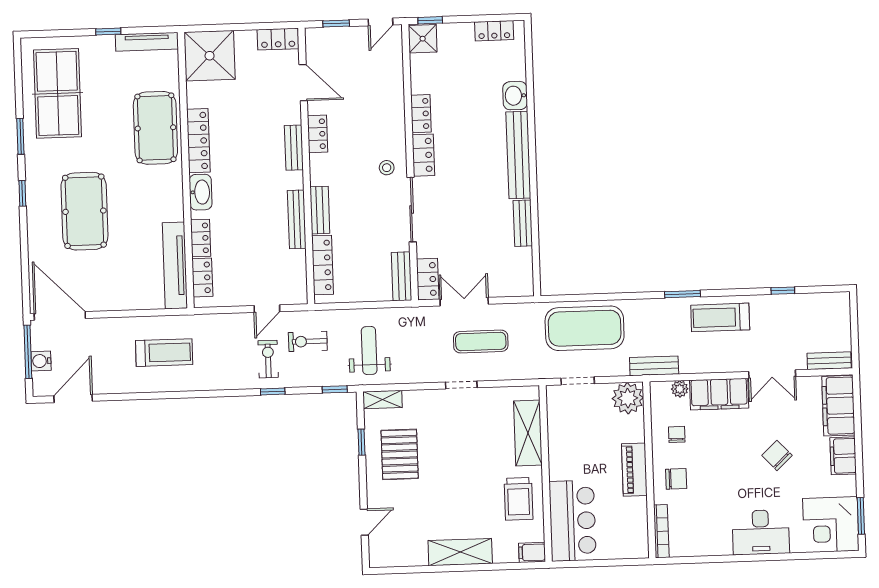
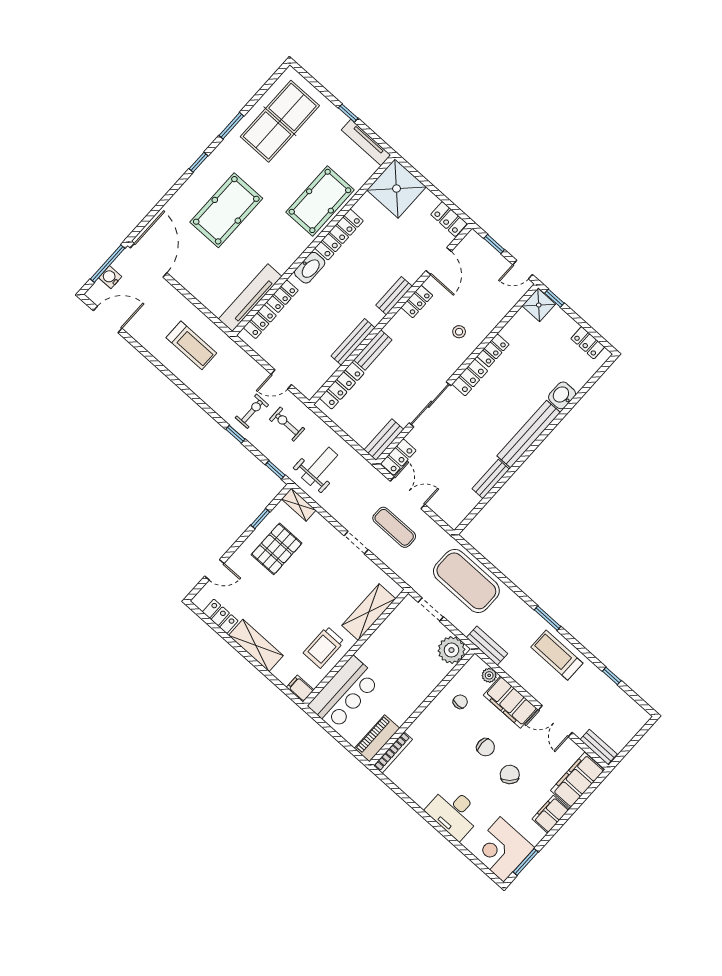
stool: (387, 168) -> (459, 332), moved
piano: (634, 470) -> (377, 738), moved
chair: (676, 479) -> (486, 747), moved
locker: (407, 556) -> (220, 616), added

